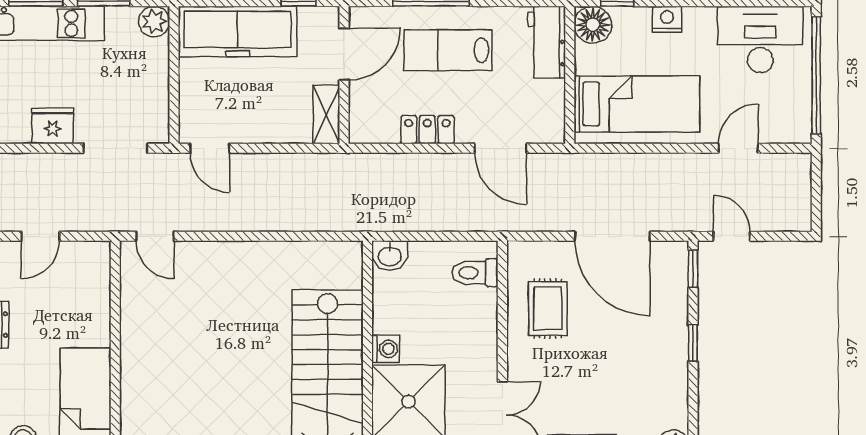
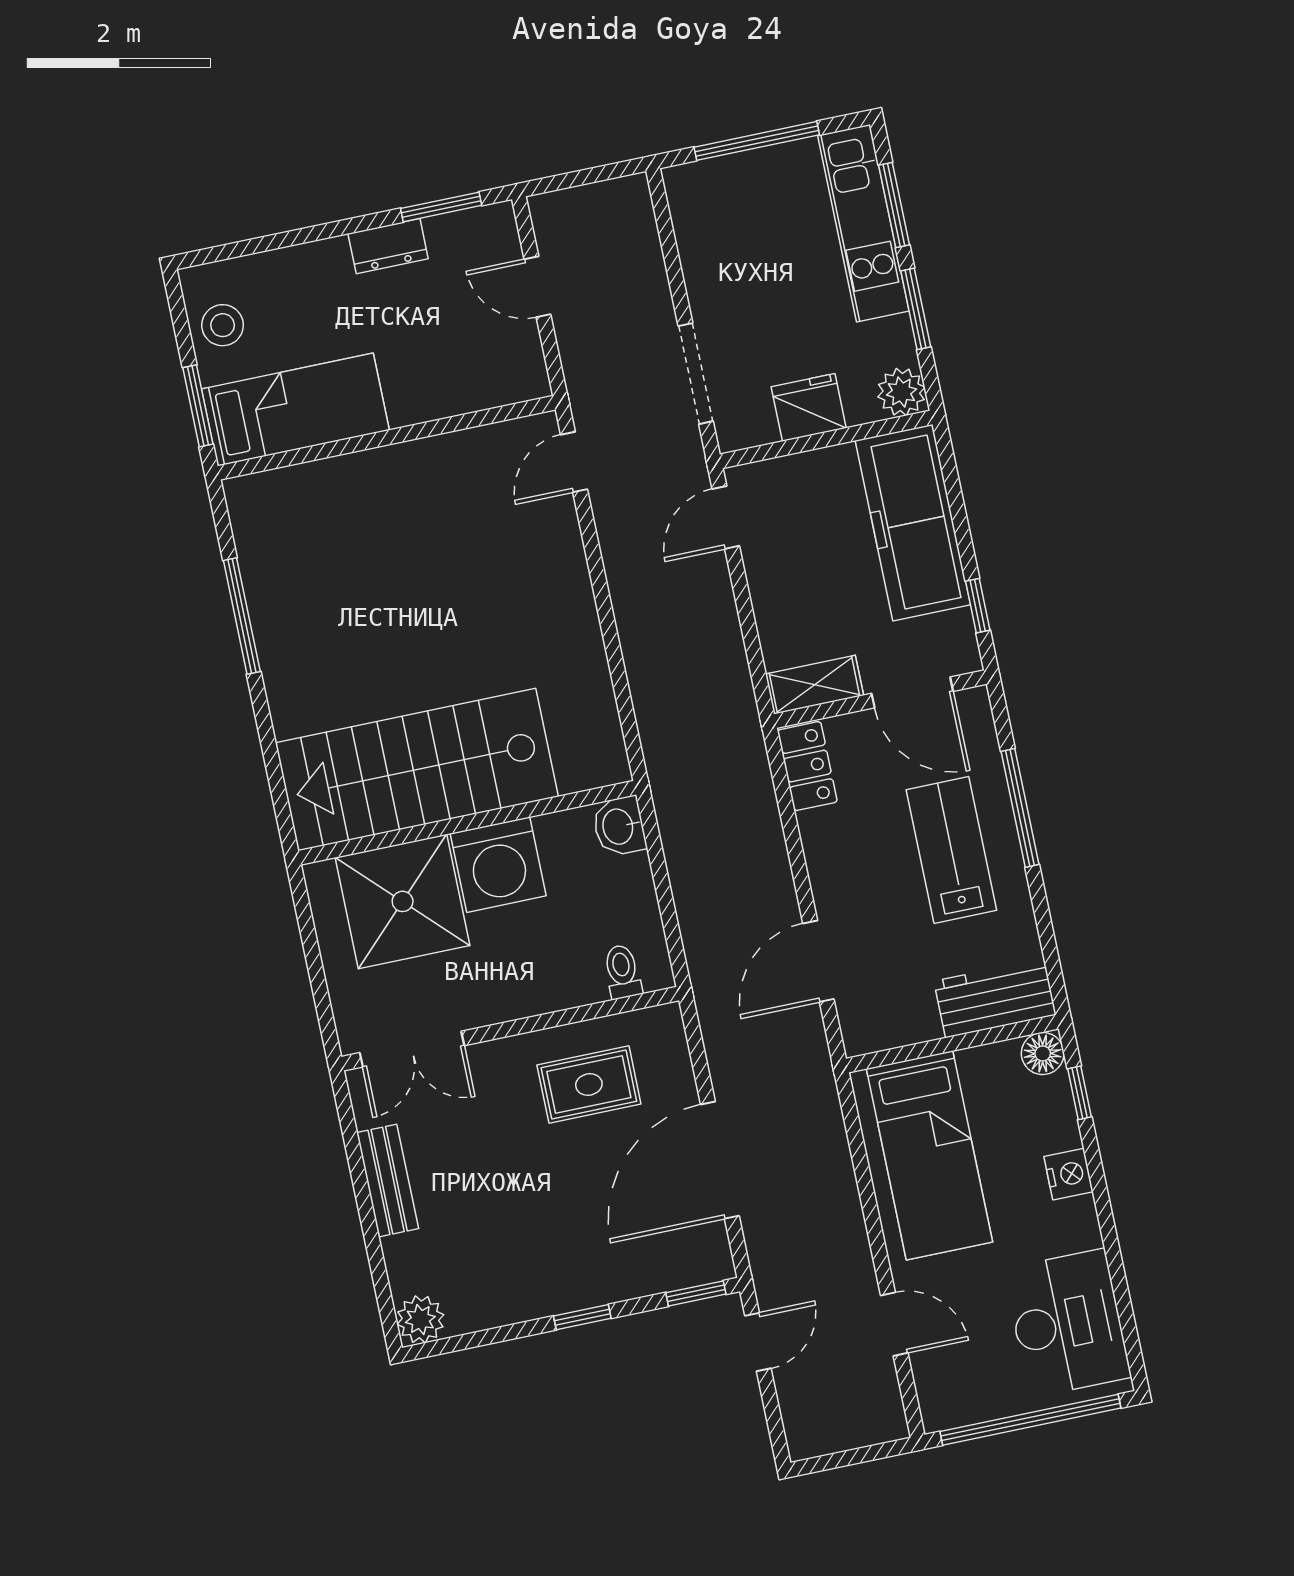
floor lamp: (593, 25) -> (1043, 1053), width x0.73, depth x0.73
fridge: (53, 126) -> (809, 407), moved, turned -90
locker: (427, 130) -> (807, 766), moved
toilet: (475, 273) -> (622, 972), width x0.73, depth x0.72
washing machine: (386, 349) -> (498, 865), width x1.89, depth x1.89

